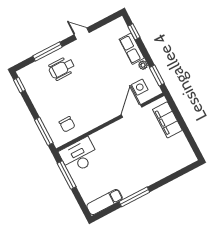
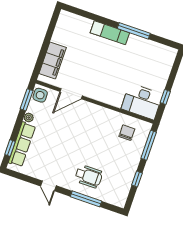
row of seats: (132, 49) -> (22, 144), width x1.48
window: (19, 85) -> (137, 179), moved
side table: (140, 87) -> (40, 95), moved
window: (67, 175) -> (165, 97), width x0.46
exam couch: (105, 202) -> (110, 33), moved

